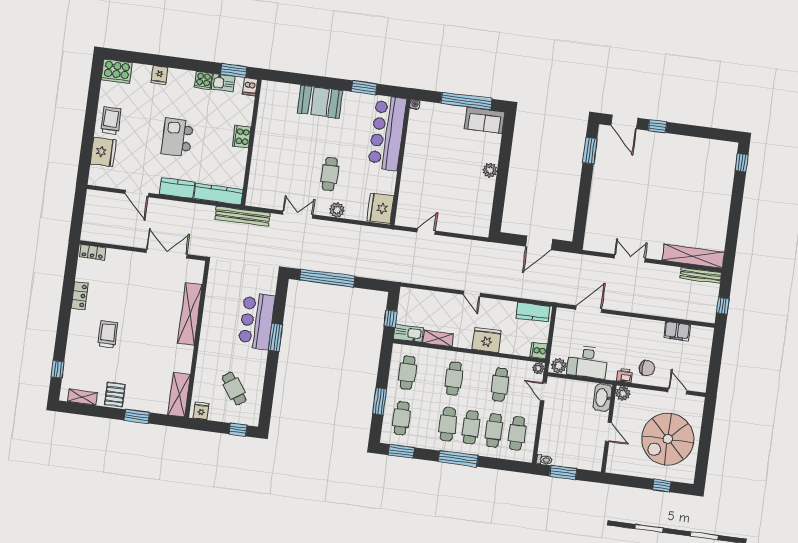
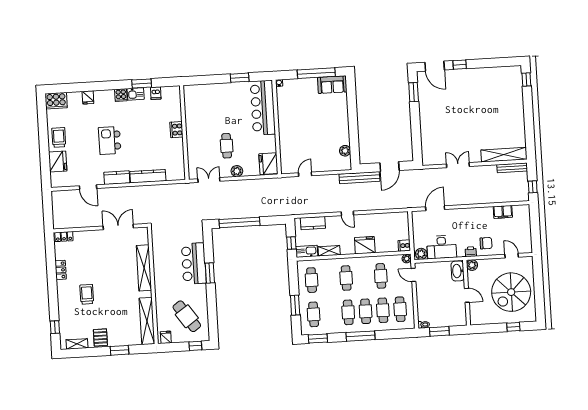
booth: (320, 102) -> (209, 94), removed
cooker: (242, 137) -> (176, 130), moved
wall: (251, 142) -> (184, 133), moved
plant: (490, 170) -> (345, 151), moved
bench: (242, 216) -> (359, 178), moved
kitchen counter: (533, 312) -> (313, 223), moved
cafe table: (234, 389) -> (187, 316), width x1.37, depth x1.35
shelving: (179, 395) -> (147, 321), width x1.47

